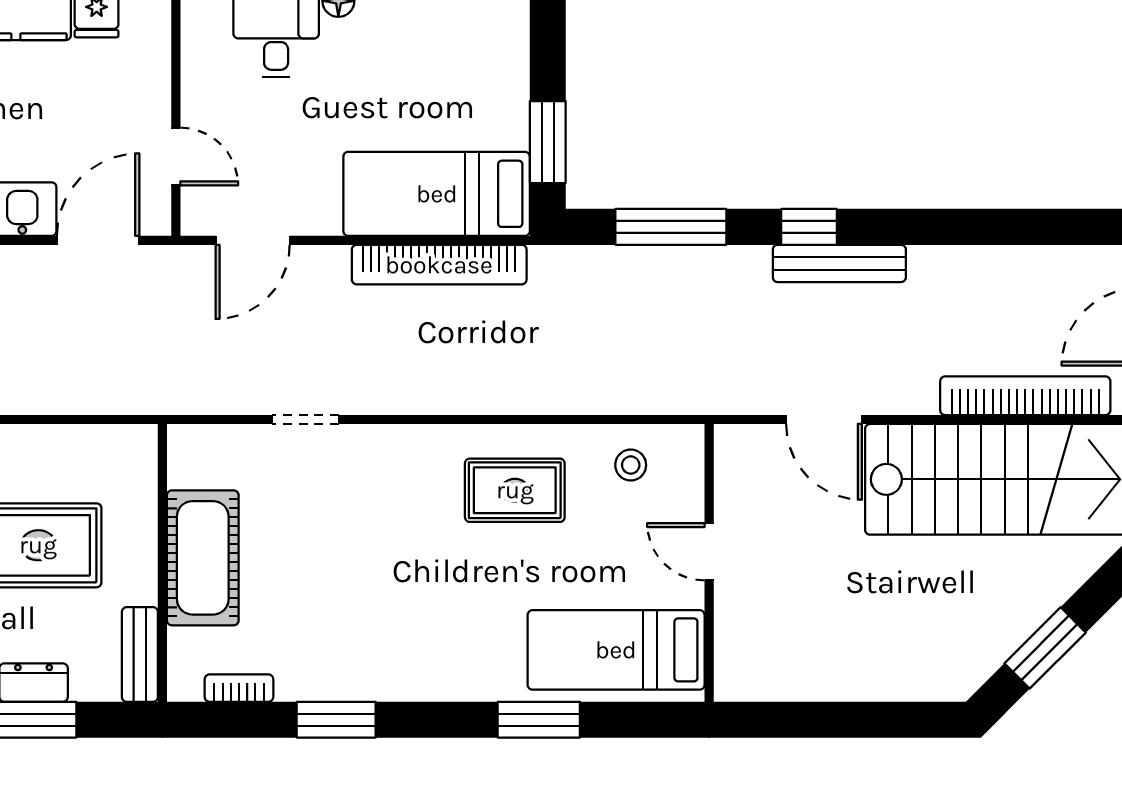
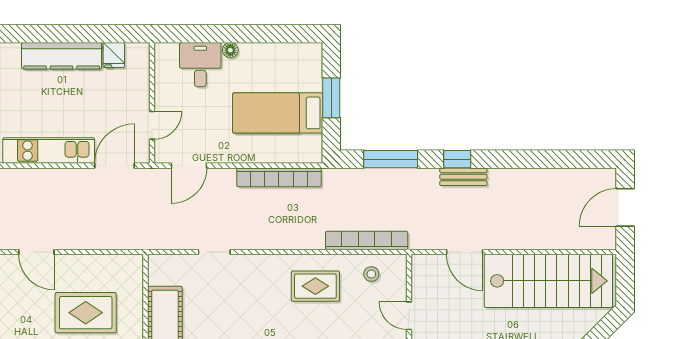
window: (548, 142) -> (331, 98), moved
door: (176, 157) -> (152, 125), hinge flipped
bed: (437, 194) -> (278, 113), moved
bench: (839, 263) -> (463, 177), width x0.73
bookcase: (1025, 396) -> (367, 241), moved

